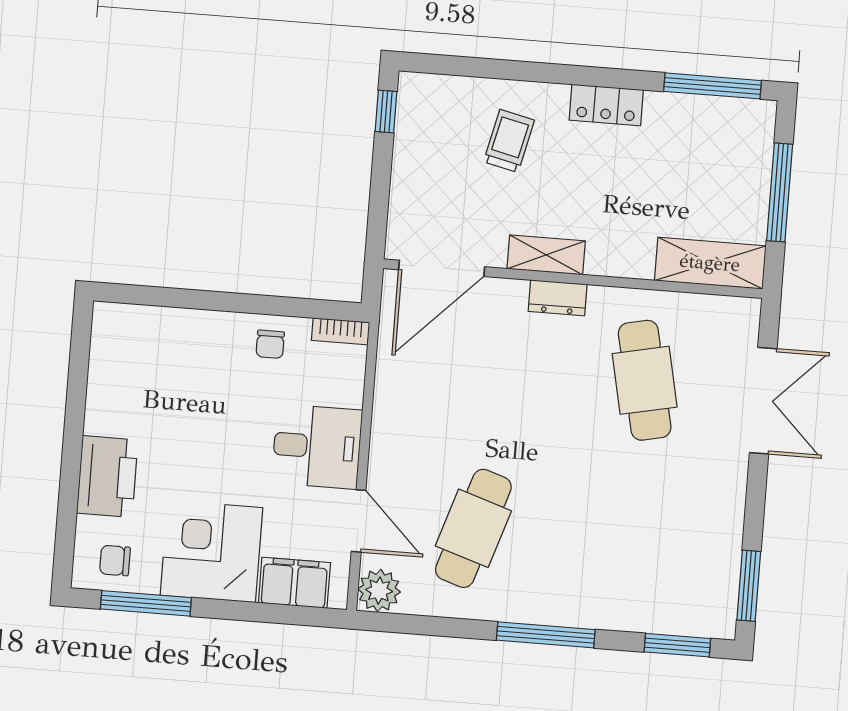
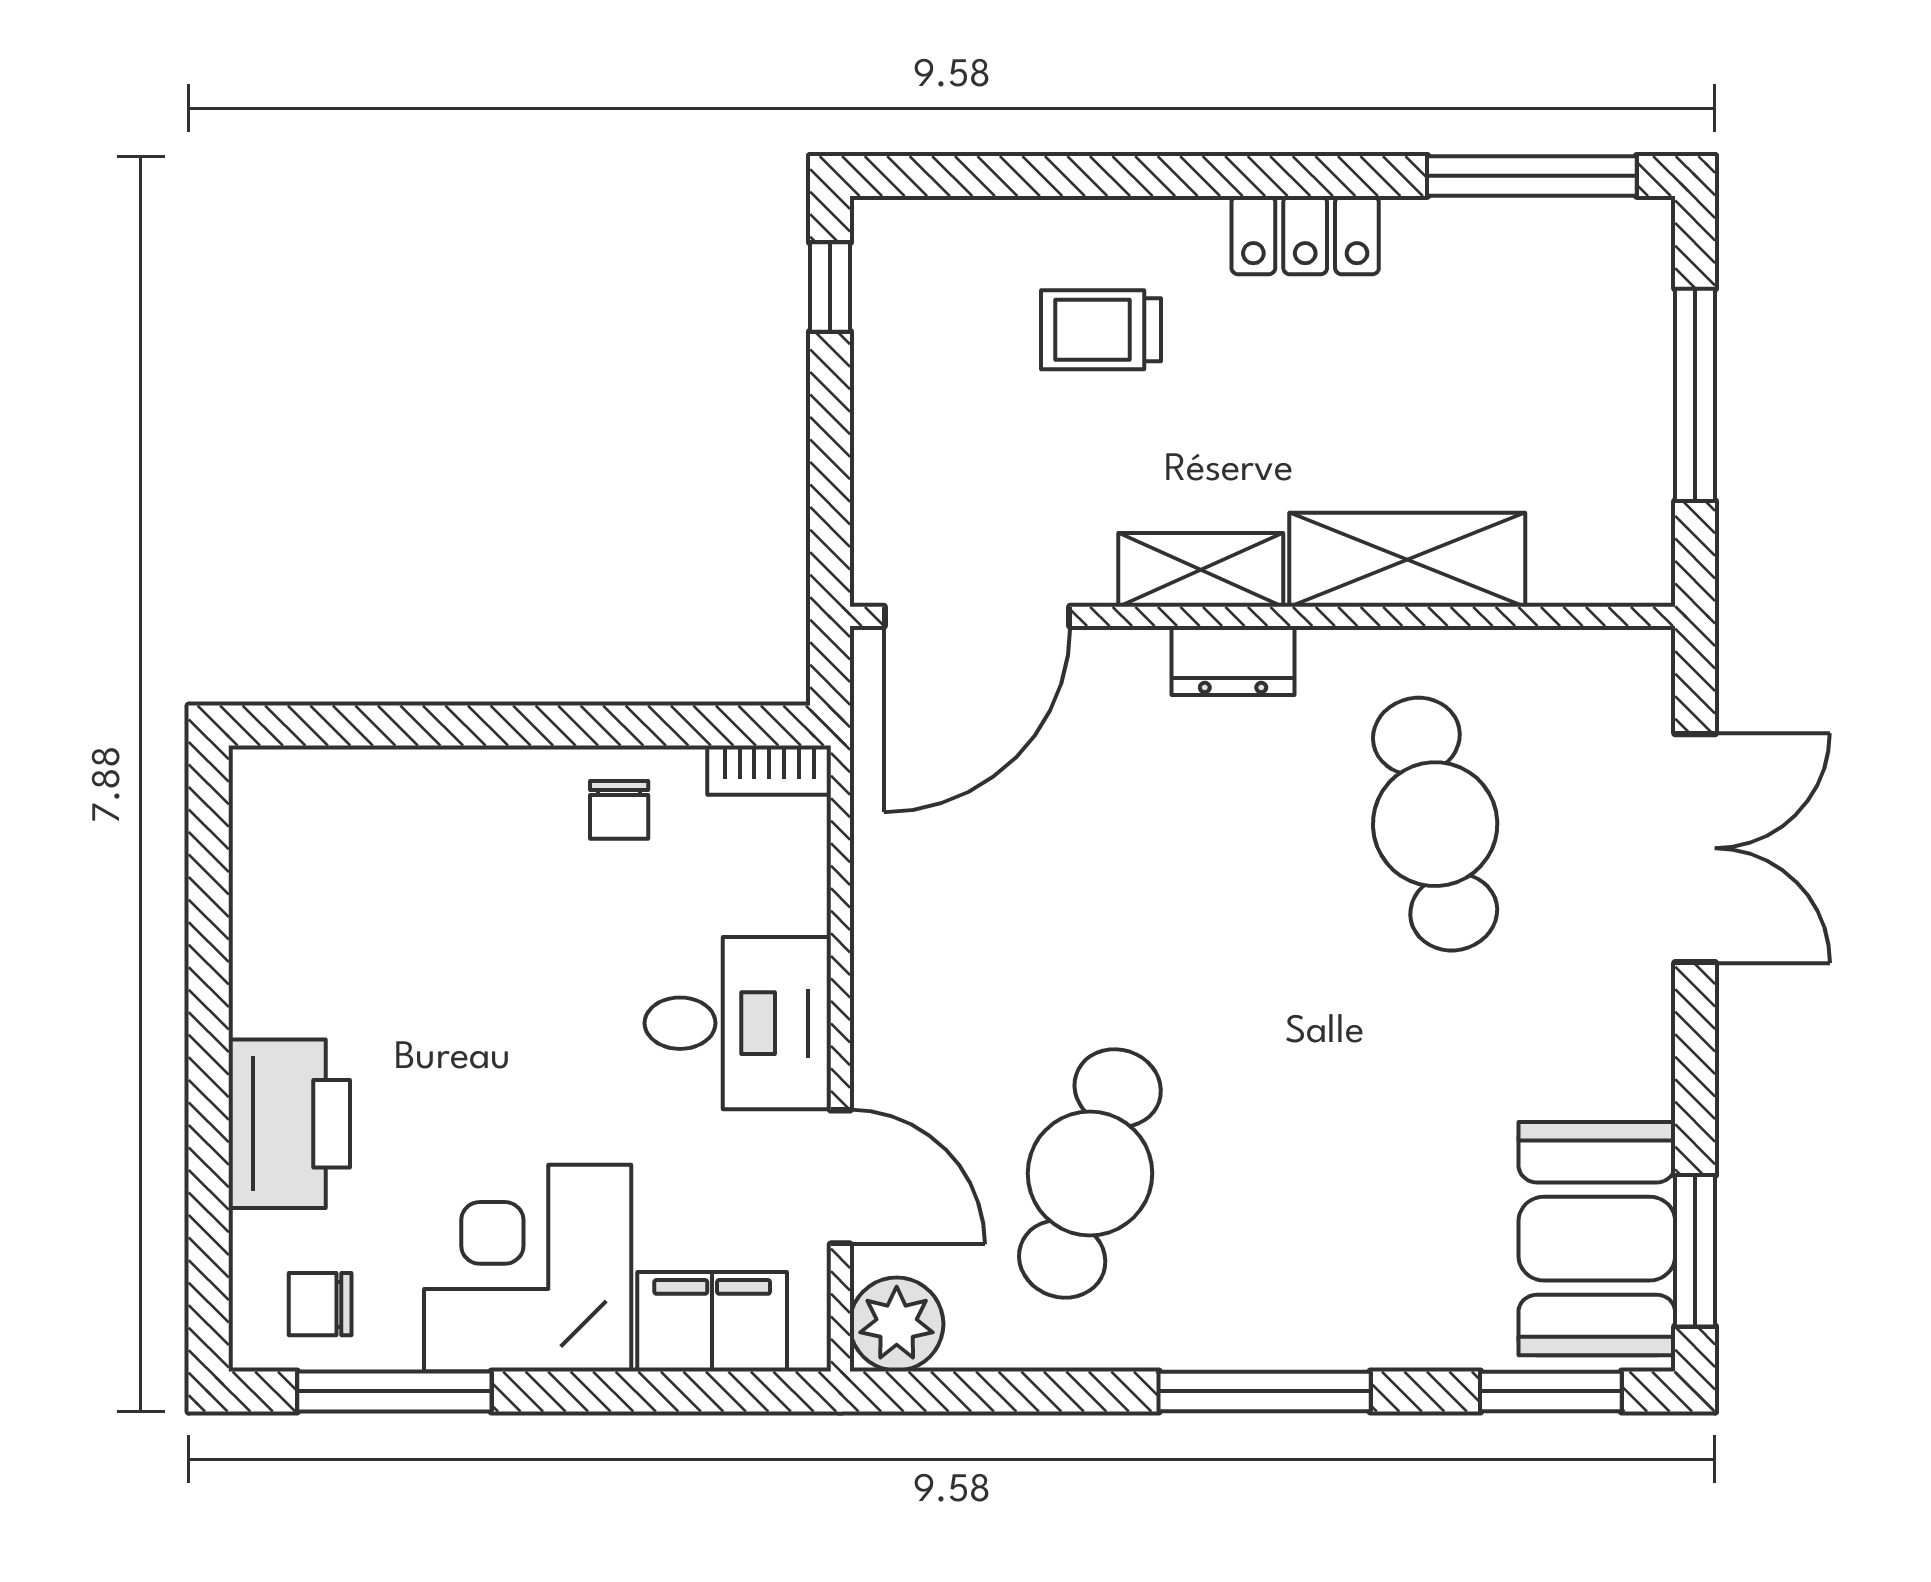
trolley: (509, 141) -> (1101, 330), turned -103
shelving: (710, 263) -> (1407, 560), moved
booth: (704, 577) -> (1597, 1239), added

